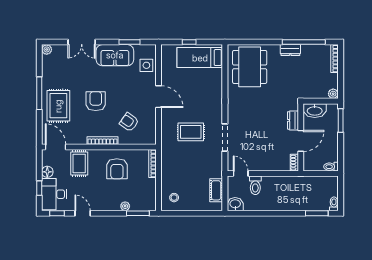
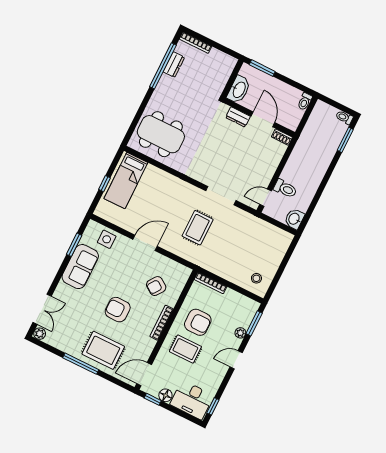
double door: (82, 42) -> (42, 309), moved
dresser: (290, 50) -> (174, 65), moved
plant: (333, 94) -> (231, 62), removed
rug: (79, 163) -> (185, 349), moved
window: (39, 188) -> (153, 399), moved
cot: (216, 190) -> (270, 231), removed
door: (83, 213) -> (236, 360), moved

